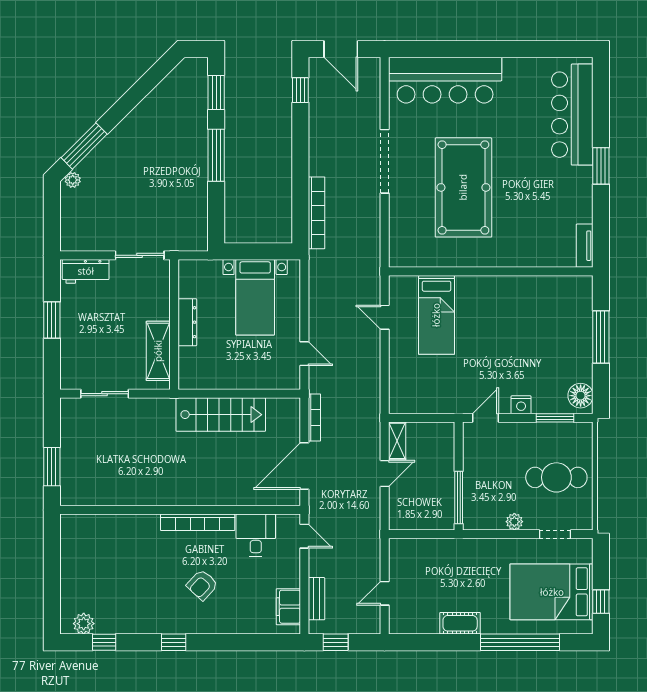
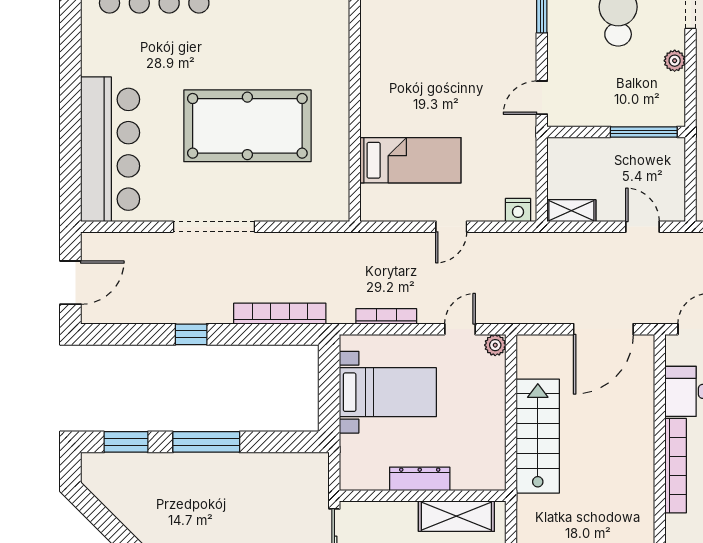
window: (300, 90) -> (191, 334), moved
door: (385, 317) -> (451, 227), moved
plant: (292, 381) -> (495, 345), added
nightstand: (521, 405) -> (518, 210), moved, turned 90
bookcase: (314, 417) -> (386, 316), moved
door: (485, 418) -> (542, 98), hinge flipped
door: (304, 466) -> (603, 329), hinge flipped
door: (385, 473) -> (643, 227), moved

